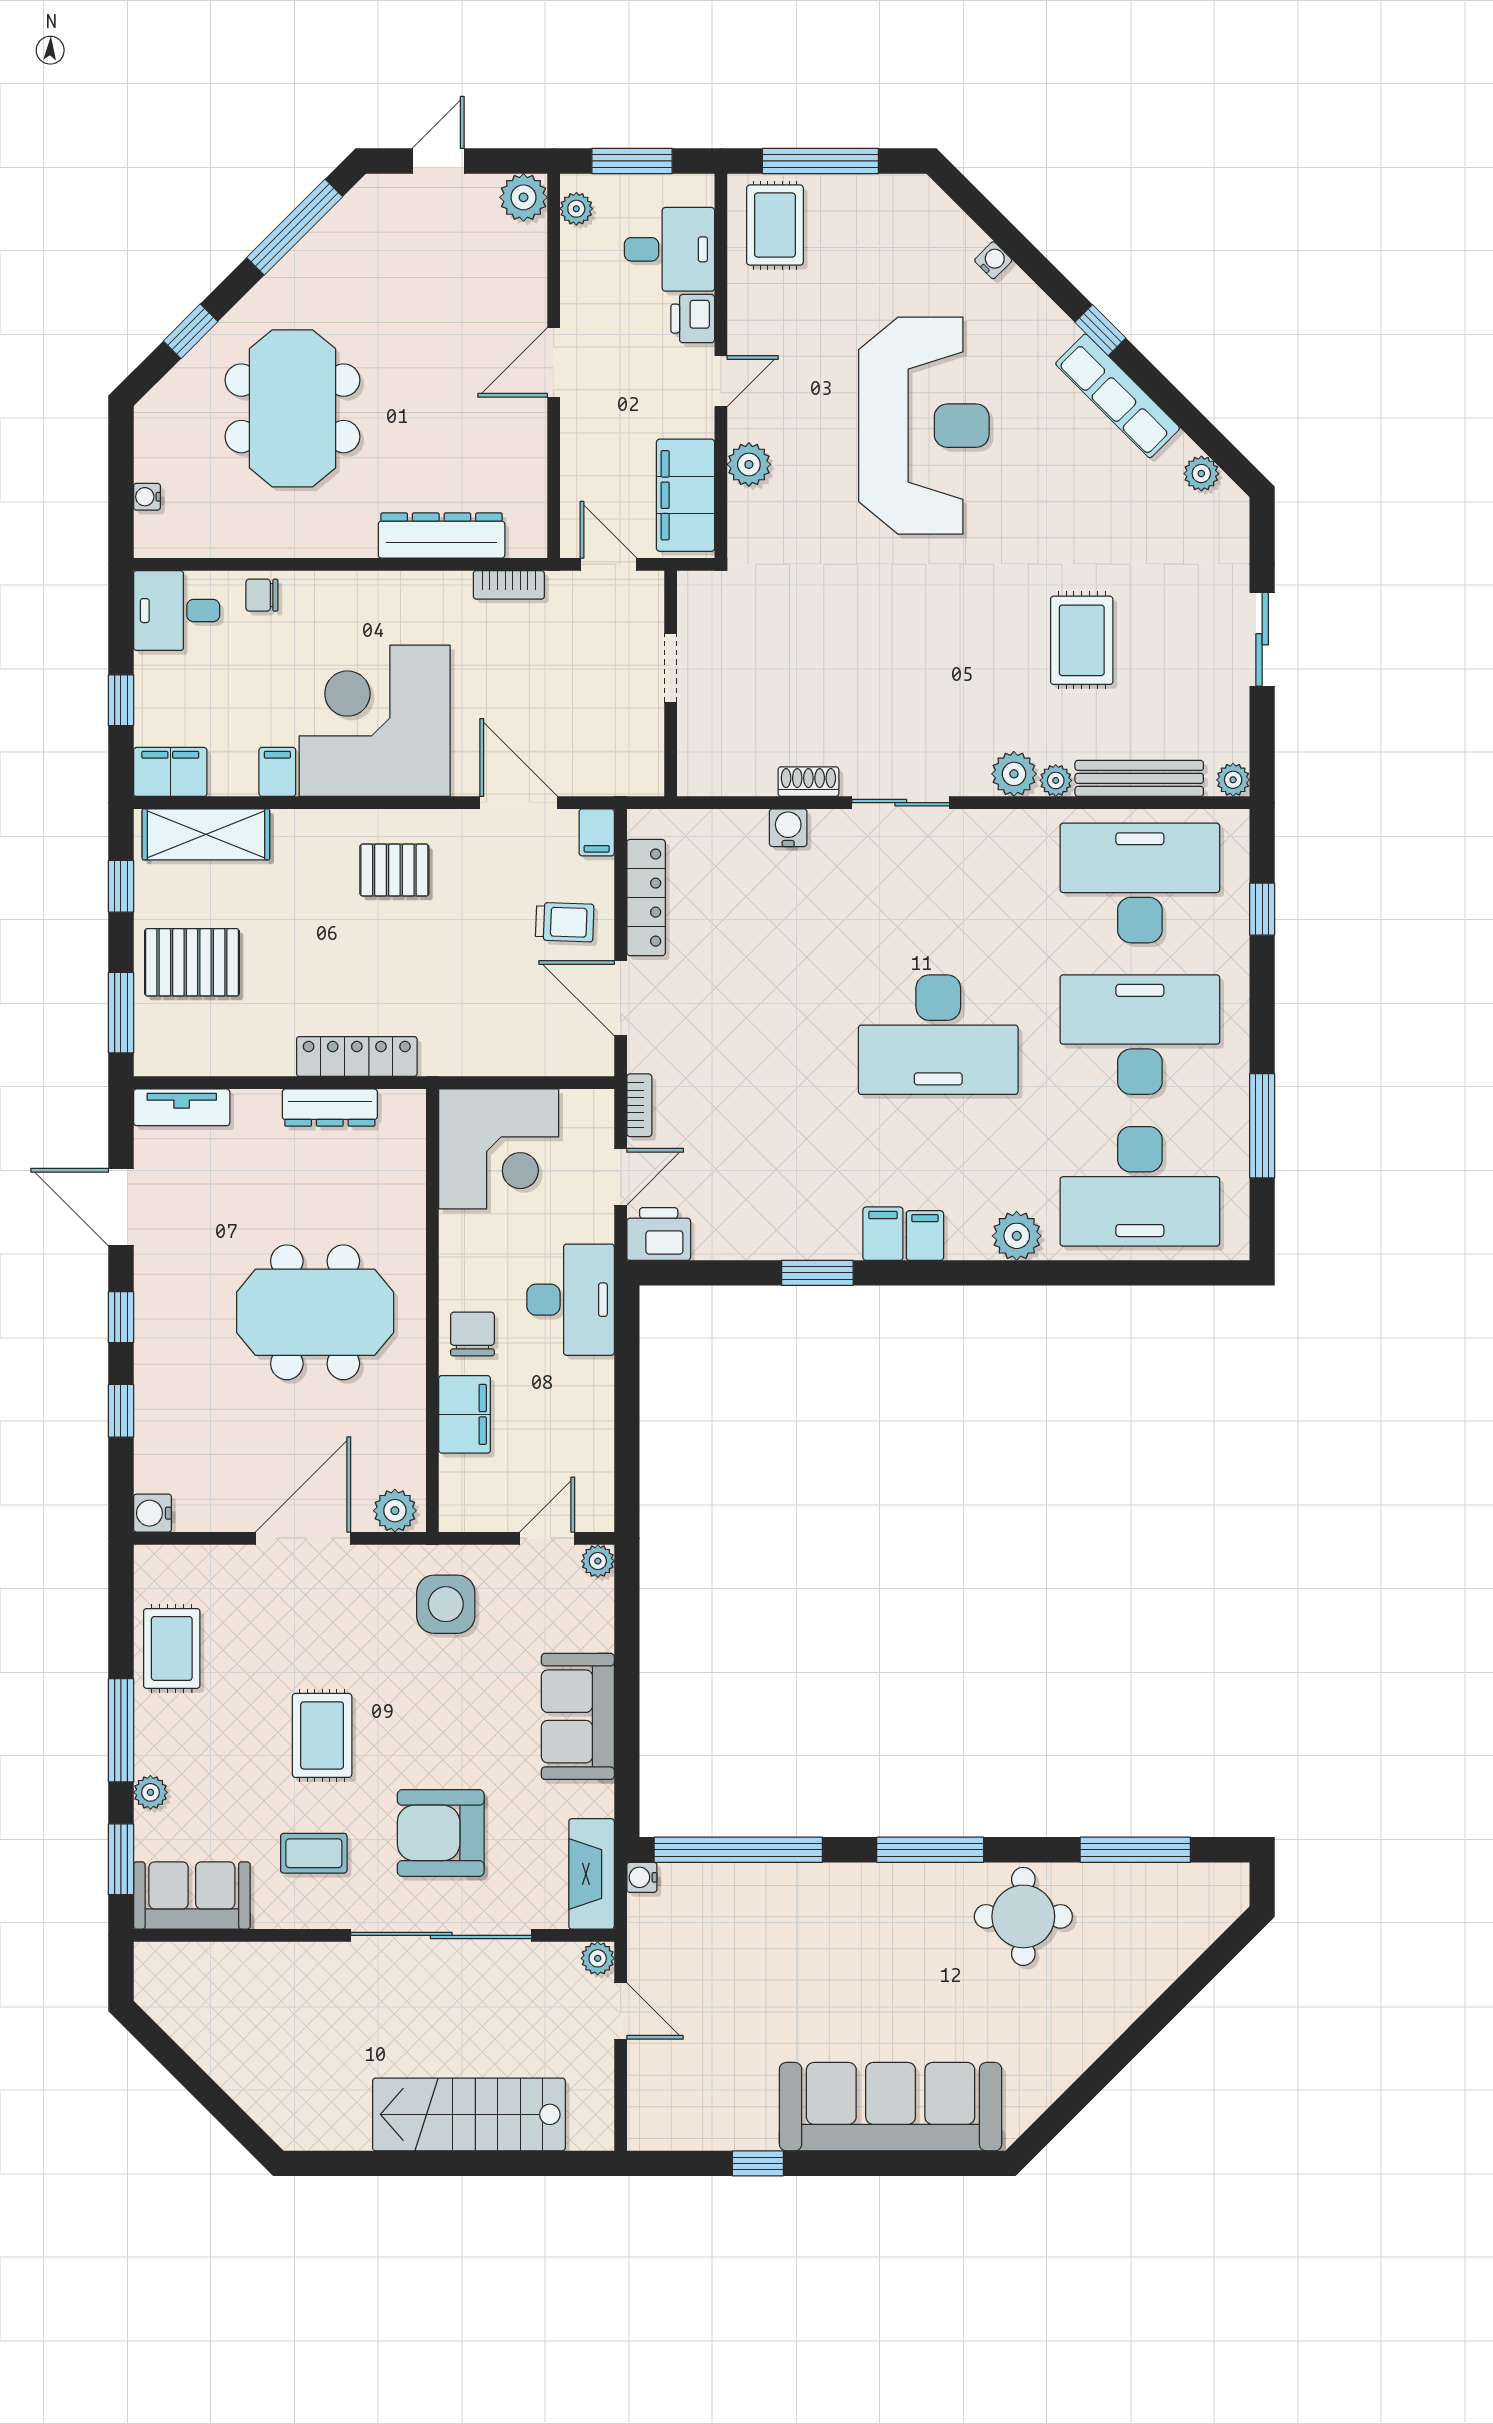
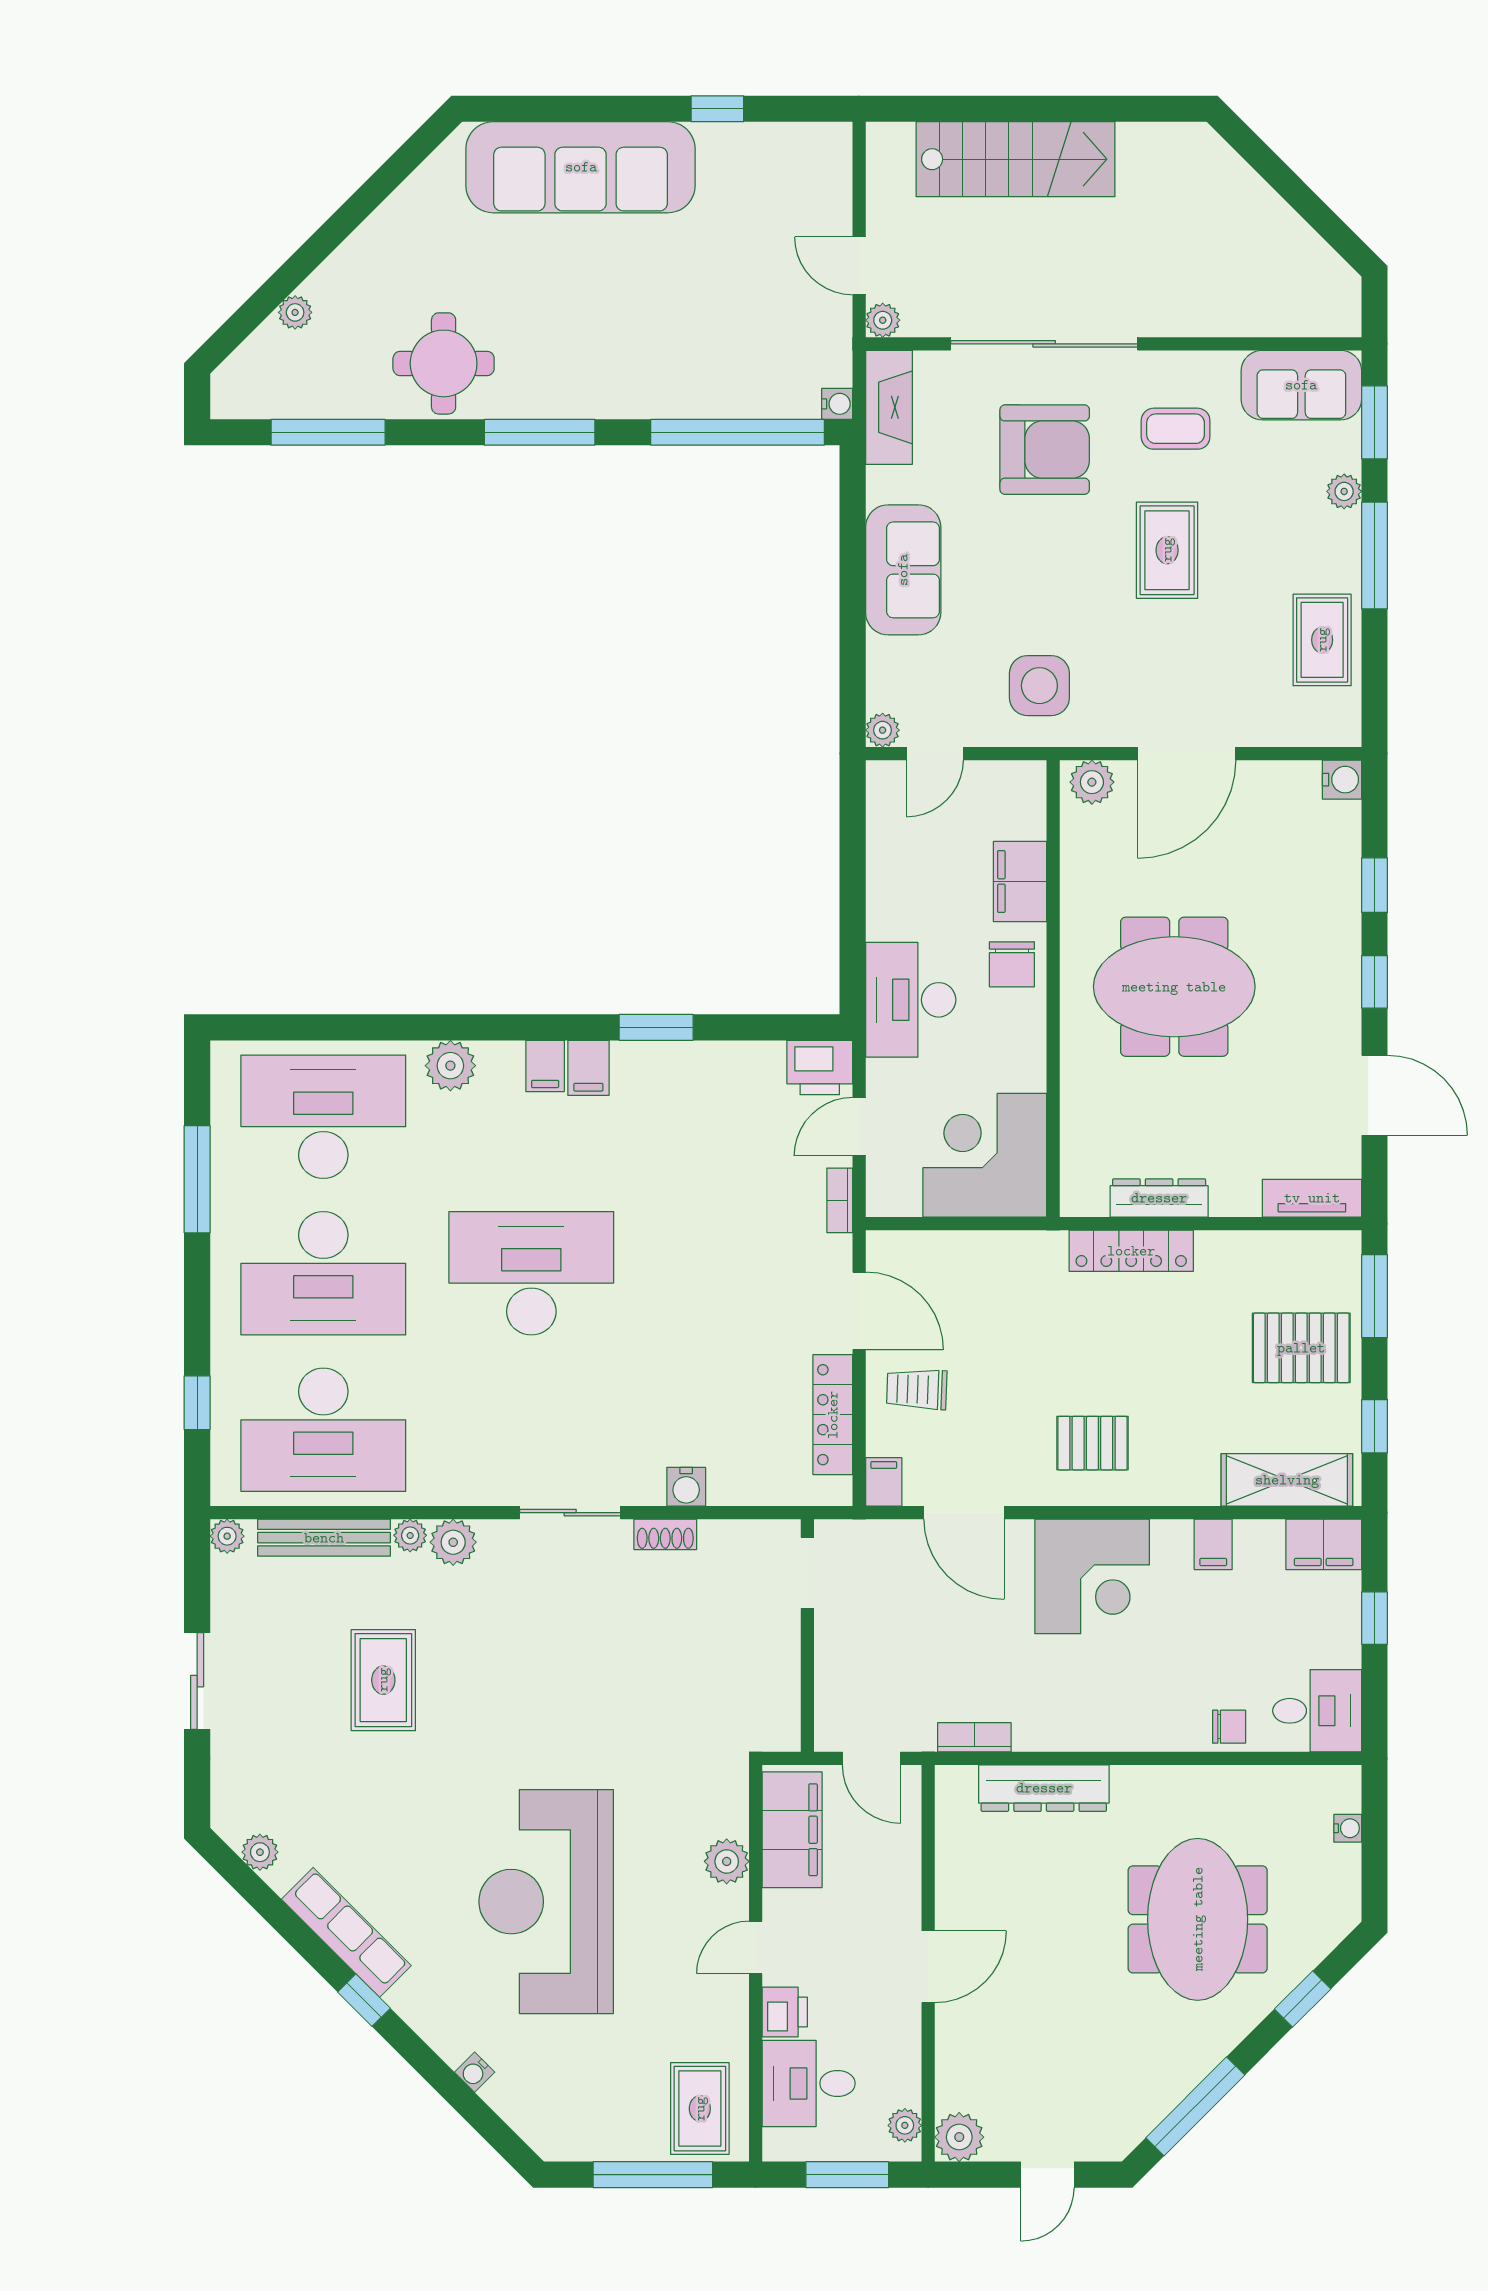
doorway: (671, 668) -> (807, 1573), moved
corner desk: (375, 721) -> (1092, 1576), width x0.74, depth x0.74
plant: (1167, 1966) -> (295, 312), added

